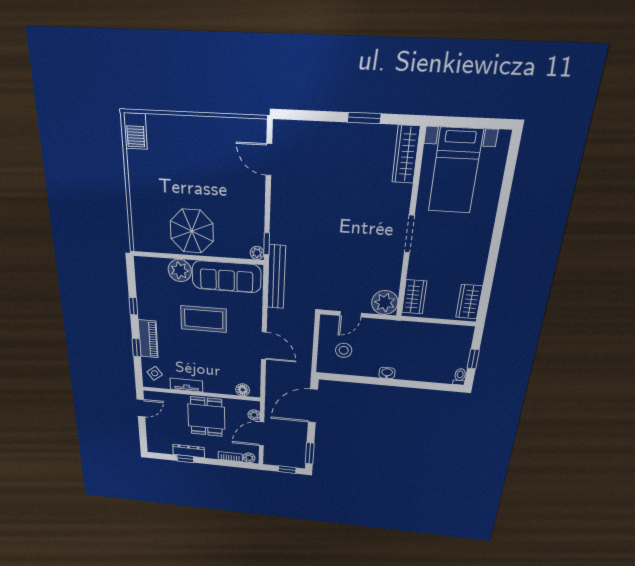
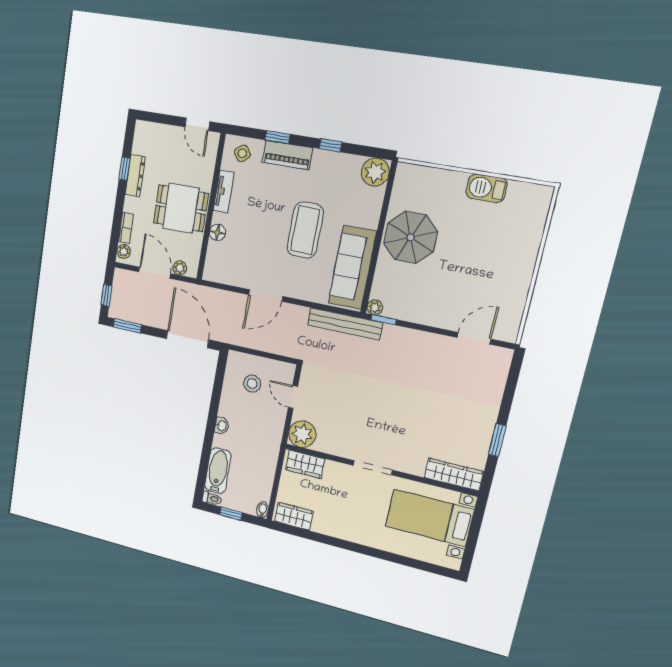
barbecue: (135, 131) -> (486, 188), moved
plant: (180, 271) -> (375, 172), moved
bidet: (466, 331) -> (262, 510), added
bathtub: (431, 373) -> (218, 471), added
floor lamp: (243, 390) -> (217, 232), moved

